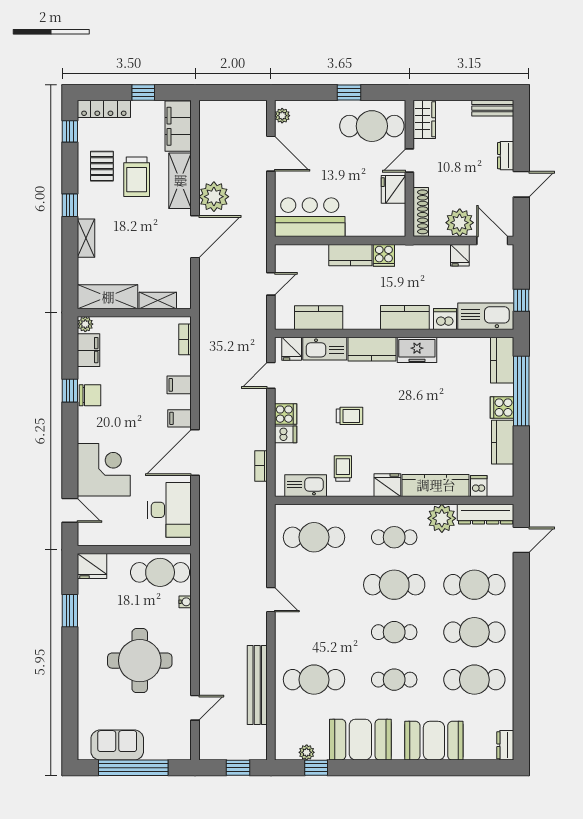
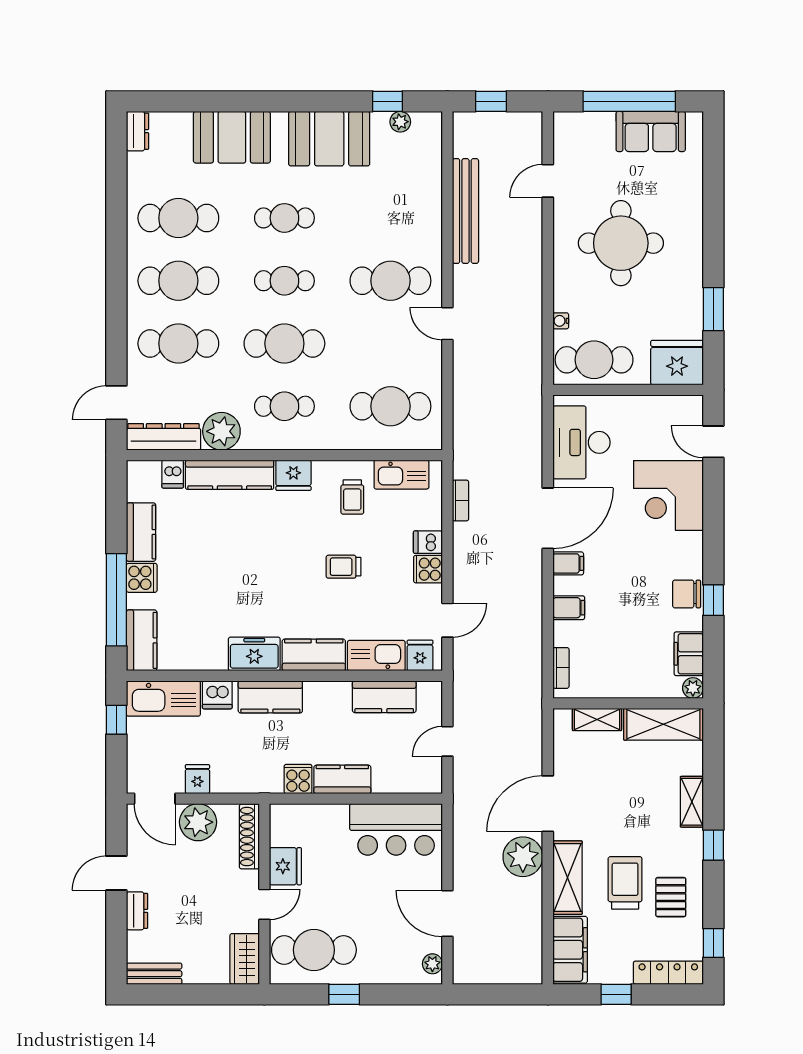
fridge: (92, 566) -> (677, 363), width x1.36, depth x1.34
cafe table: (314, 680) -> (390, 281), moved

